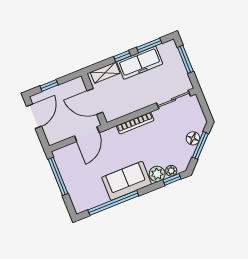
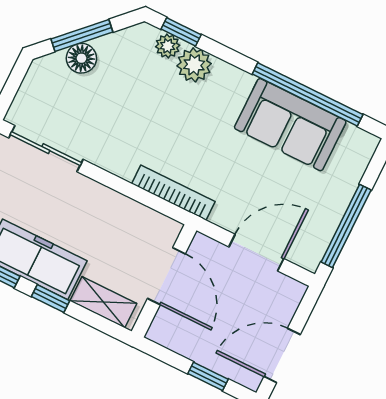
bookcase: (135, 123) -> (173, 193), moved
door: (87, 134) -> (256, 253), moved
sofa: (127, 181) -> (290, 125), moved

